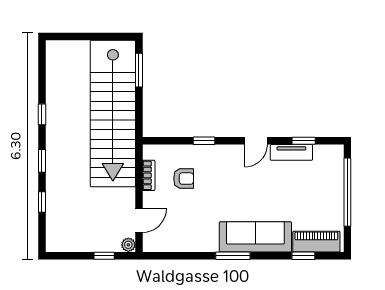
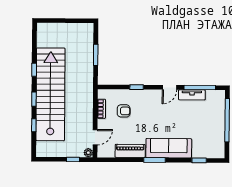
window: (139, 70) -> (96, 55), moved
stairs: (113, 114) -> (50, 94), moved, turned 180
window: (304, 141) -> (200, 88), width x2.17
piano: (316, 242) -> (130, 151), moved

